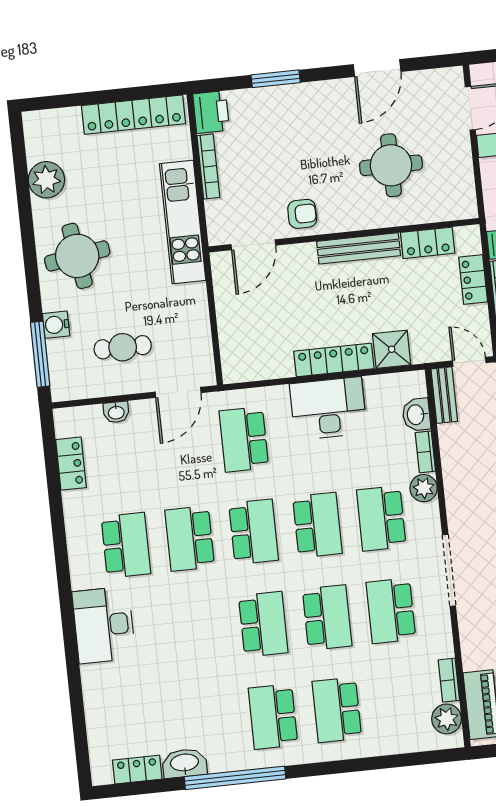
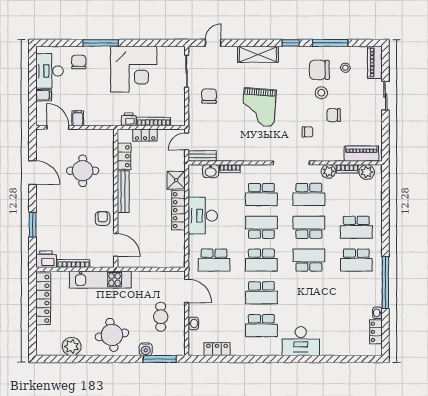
plant: (424, 488) -> (328, 171), moved
school desk: (254, 532) -> (261, 260), turned 180
school desk: (126, 545) -> (261, 326), turned 180
washbasin: (185, 763) -> (377, 313), width x0.52, depth x0.69

